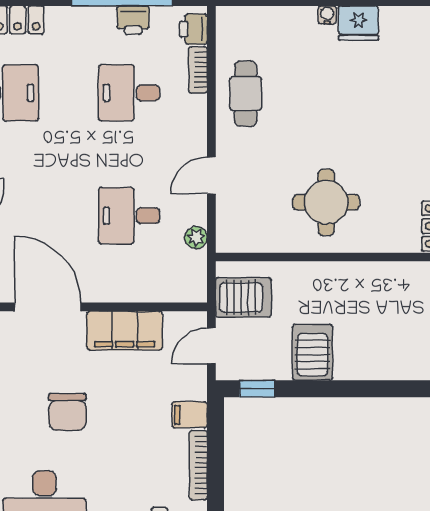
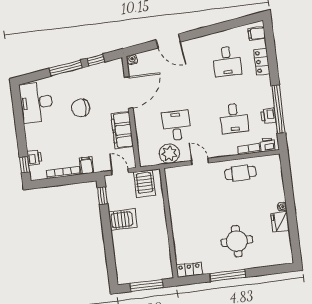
desk: (129, 93) -> (234, 118), turned 180
round table: (326, 202) -> (237, 241), moved
plant: (196, 238) -> (169, 154), width x1.87, depth x1.87

